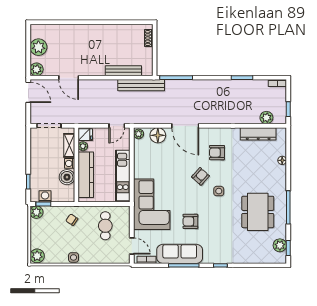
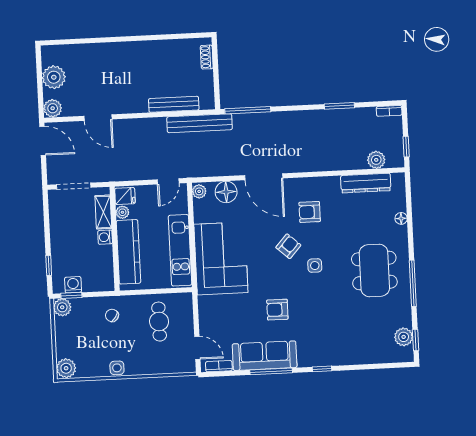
boiler: (67, 177) -> (102, 256), removed
corner sofa: (152, 204) -> (221, 258), moved
dining table: (258, 212) -> (374, 270), moved

